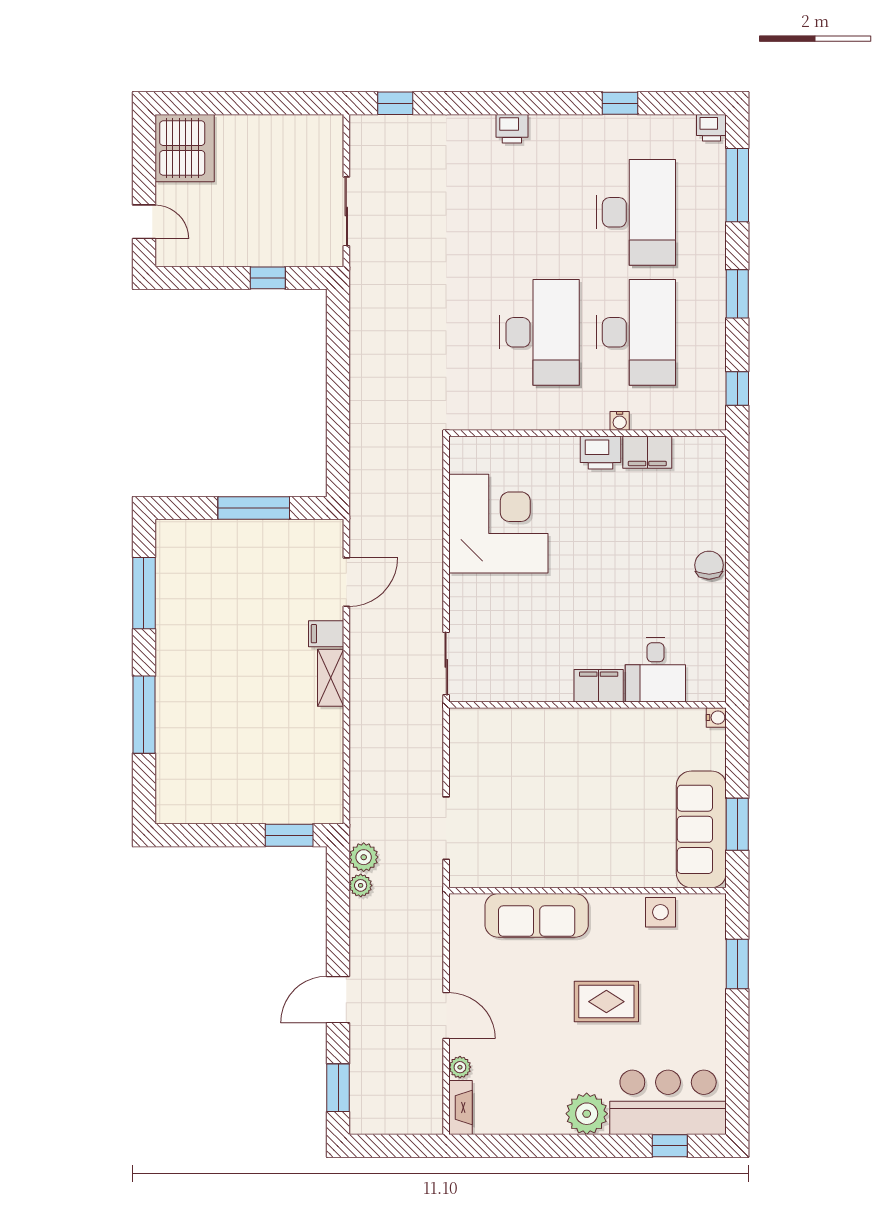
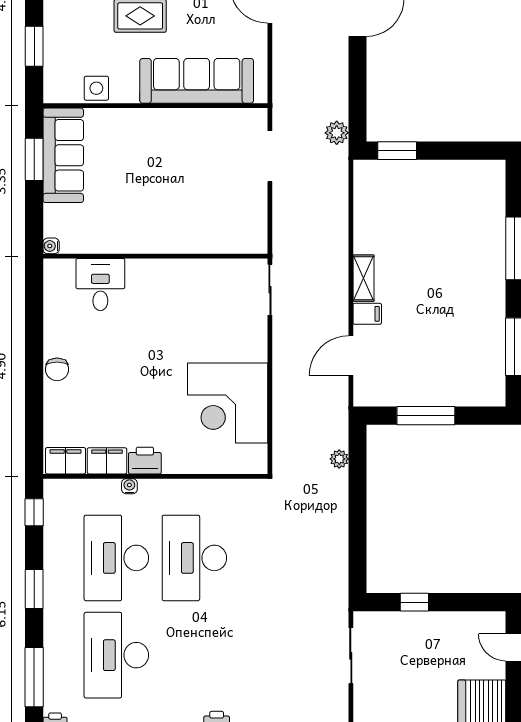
filing cabinet: (599, 686) -> (66, 461), moved, turned 180
plant: (361, 885) -> (339, 459), moved
sofa: (537, 915) -> (197, 81), width x1.36, depth x1.27

